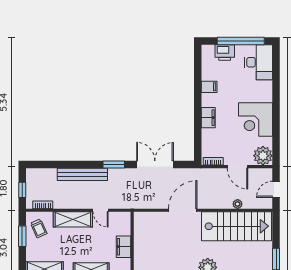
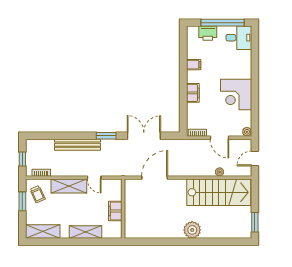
desk: (259, 62) -> (239, 38), width x0.73
plant: (263, 156) -> (247, 132), width x0.53, depth x0.53
door: (183, 210) -> (155, 178), moved

